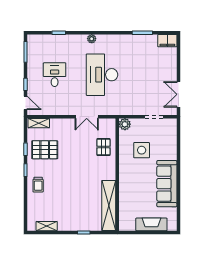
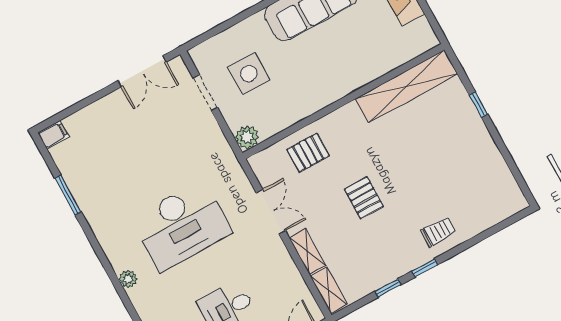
filing cabinet: (167, 41) -> (53, 135), width x0.50
pallet: (45, 150) -> (364, 198), moved, width x0.67, depth x0.71
side table: (142, 150) -> (249, 74), moved
shelving: (47, 226) -> (307, 252), moved

